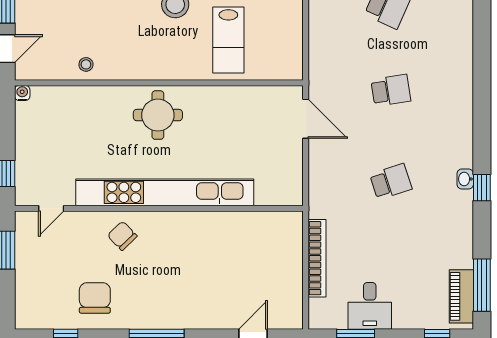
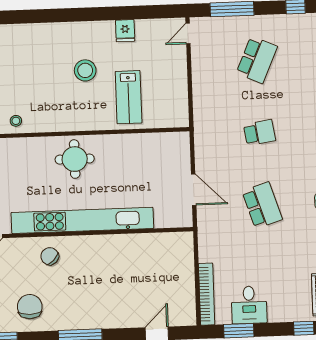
door: (306, 119) -> (194, 190), moved
school desk: (391, 182) -> (262, 205), width x1.85
bookcase: (317, 258) -> (207, 294), moved

